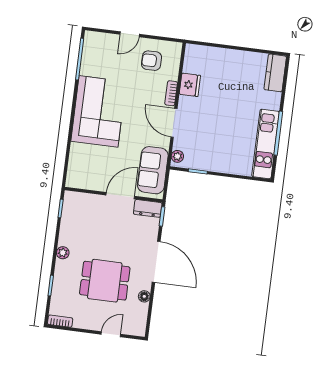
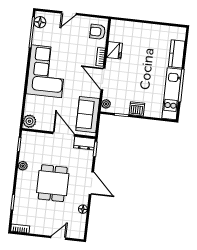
floor lamp: (91, 46) -> (40, 22), added
armchair: (151, 61) -> (98, 32), moved
kitchen counter: (275, 73) -> (177, 54), moved
dishwasher: (219, 164) -> (137, 109), added
plant: (75, 178) -> (29, 121), added
door: (120, 196) -> (64, 134), hinge flipped
plant: (63, 253) -> (23, 166), moved
door: (156, 262) -> (91, 183), width x0.73
dining table: (105, 281) -> (53, 183), moved, turned 90

